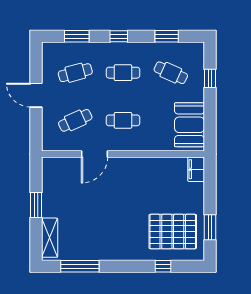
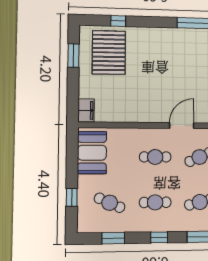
pallet: (173, 232) -> (109, 52), turned 90

